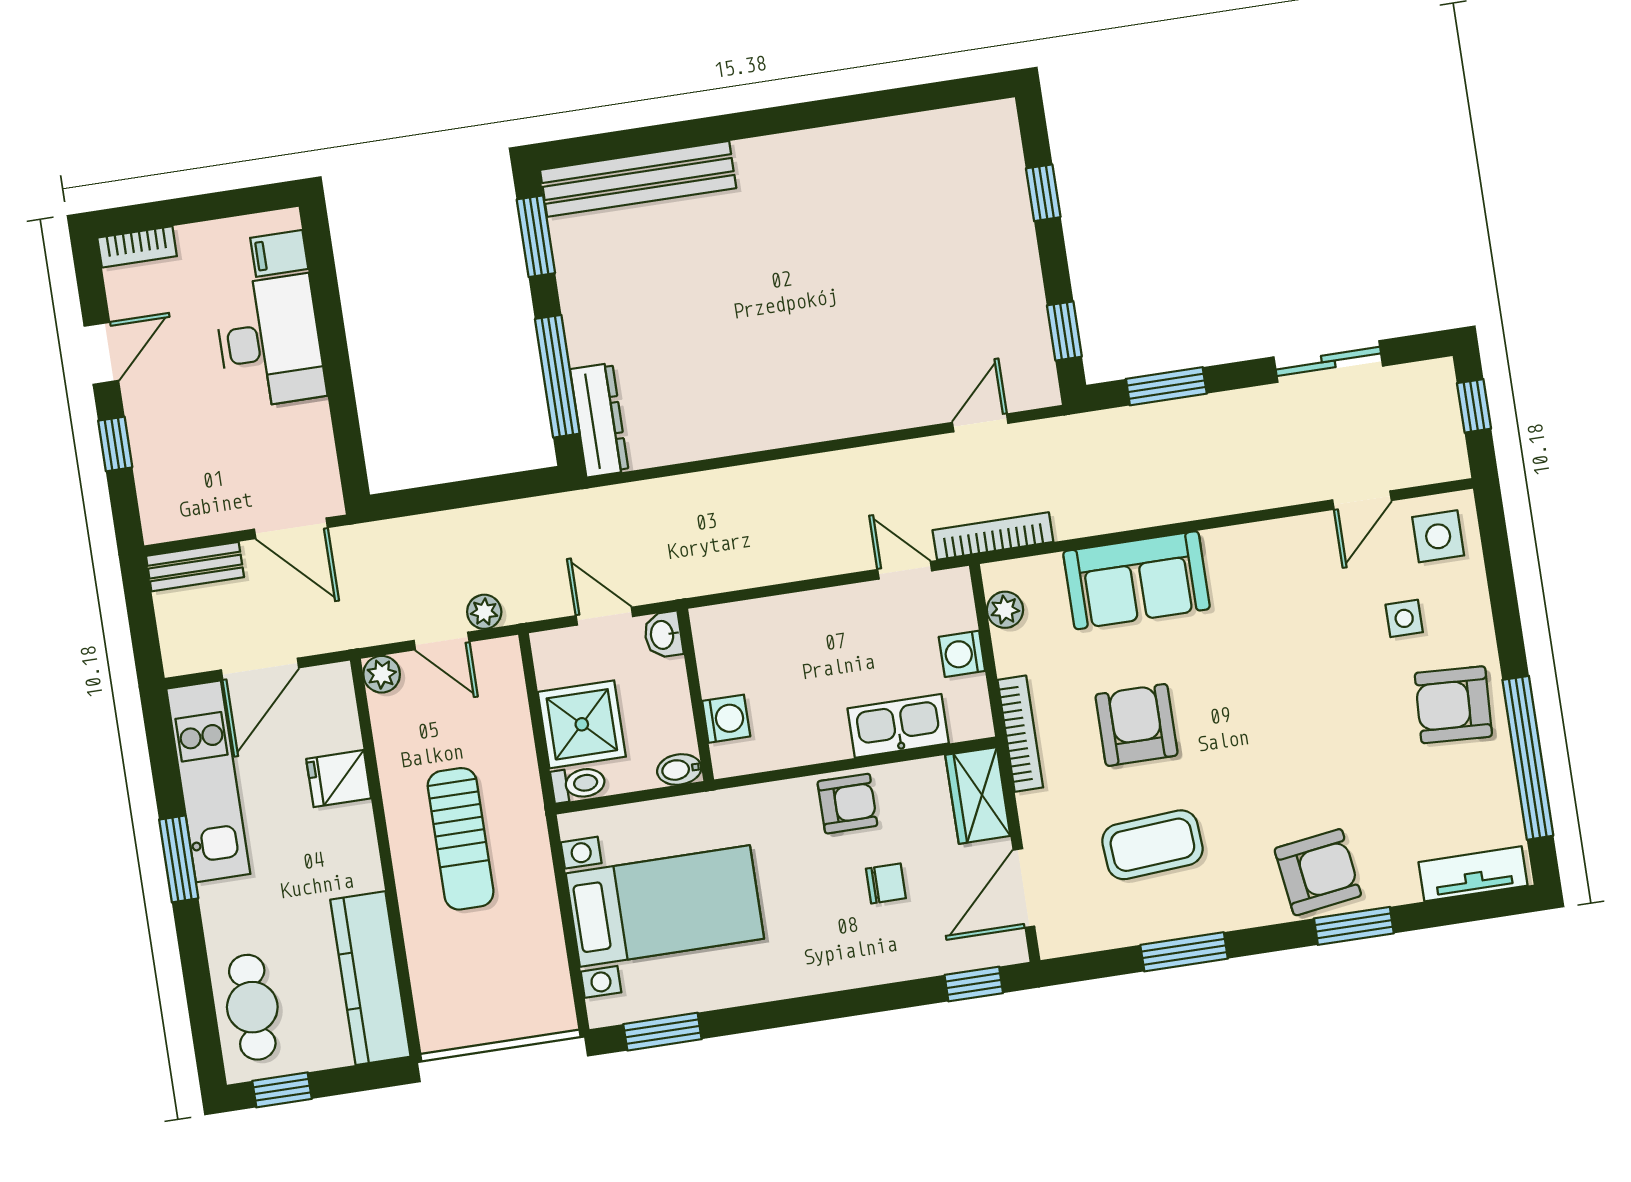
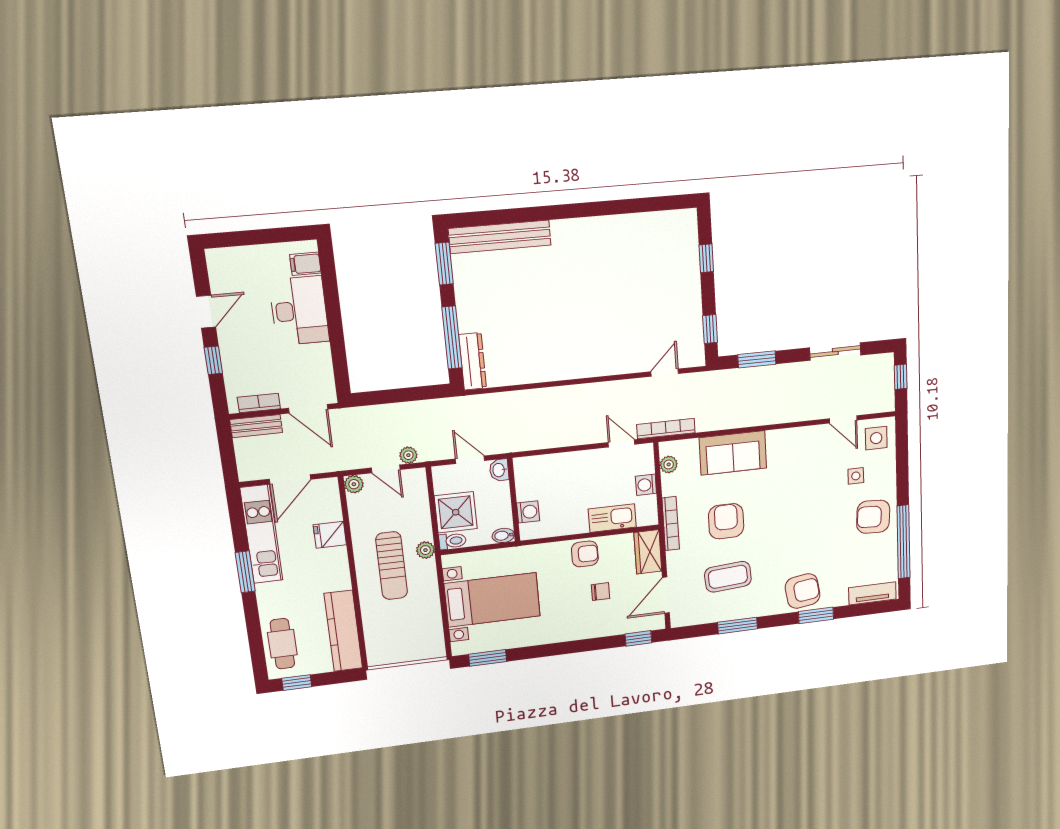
bookcase: (137, 247) -> (259, 403), moved, turned 180
door: (1362, 500) -> (843, 419), hinge flipped
plant: (526, 804) -> (425, 550), added

